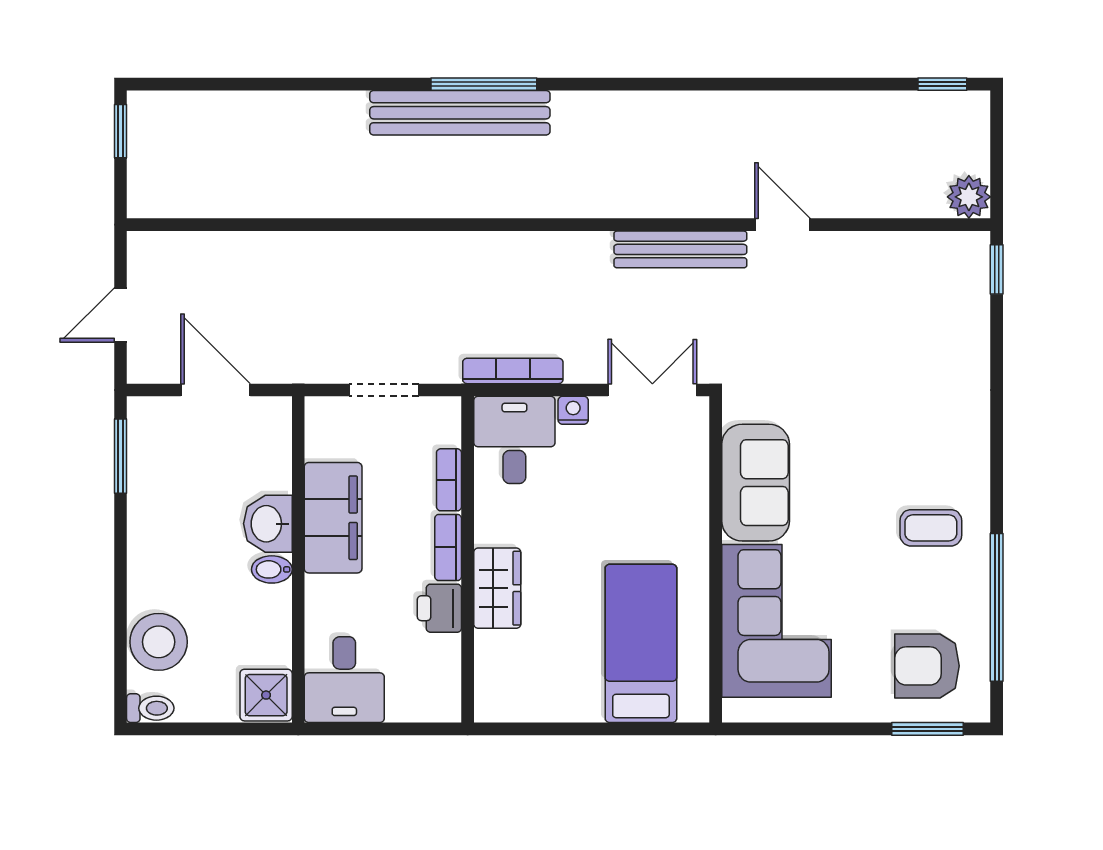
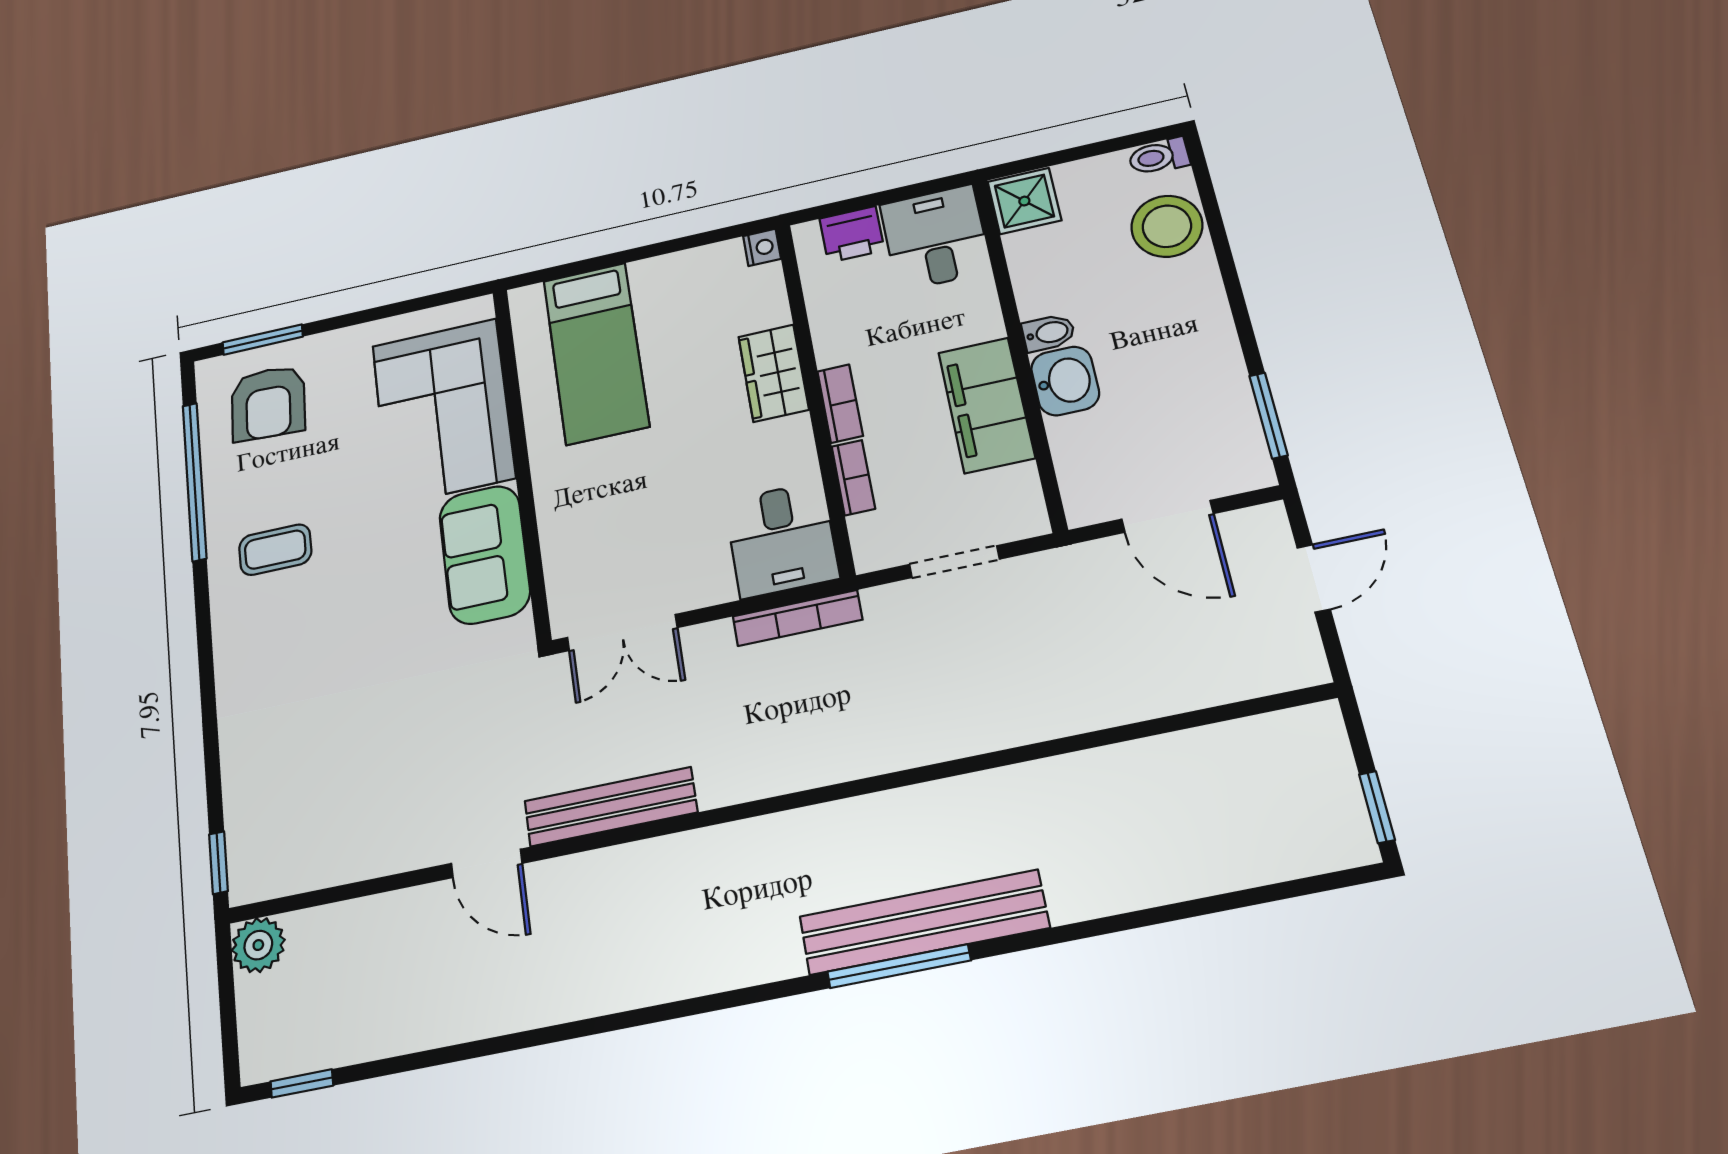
nightstand: (573, 410) -> (762, 247), moved, turned -90
printer: (439, 608) -> (852, 234), moved, turned 90
armchair: (927, 666) -> (268, 403), turned 93

